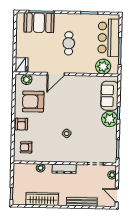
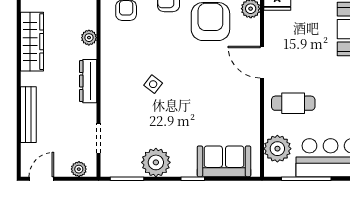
cafe table: (69, 43) -> (293, 103), moved
plant: (110, 119) -> (156, 162), moved

